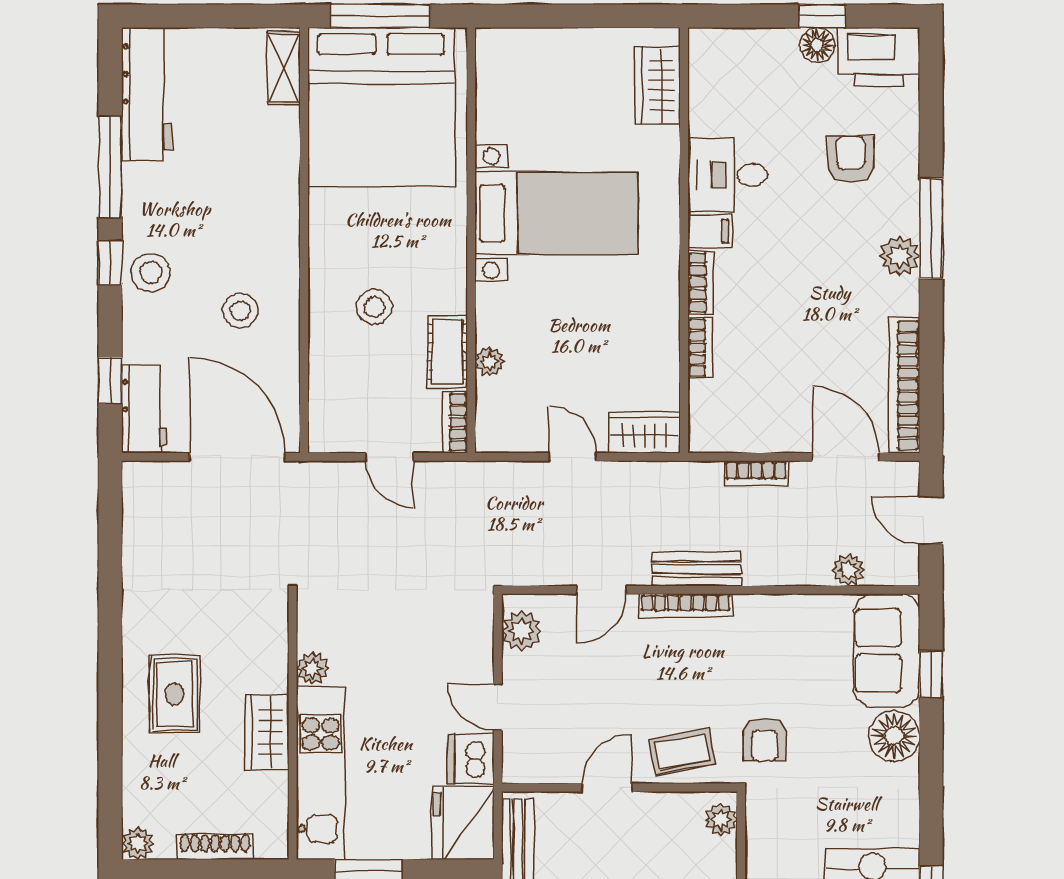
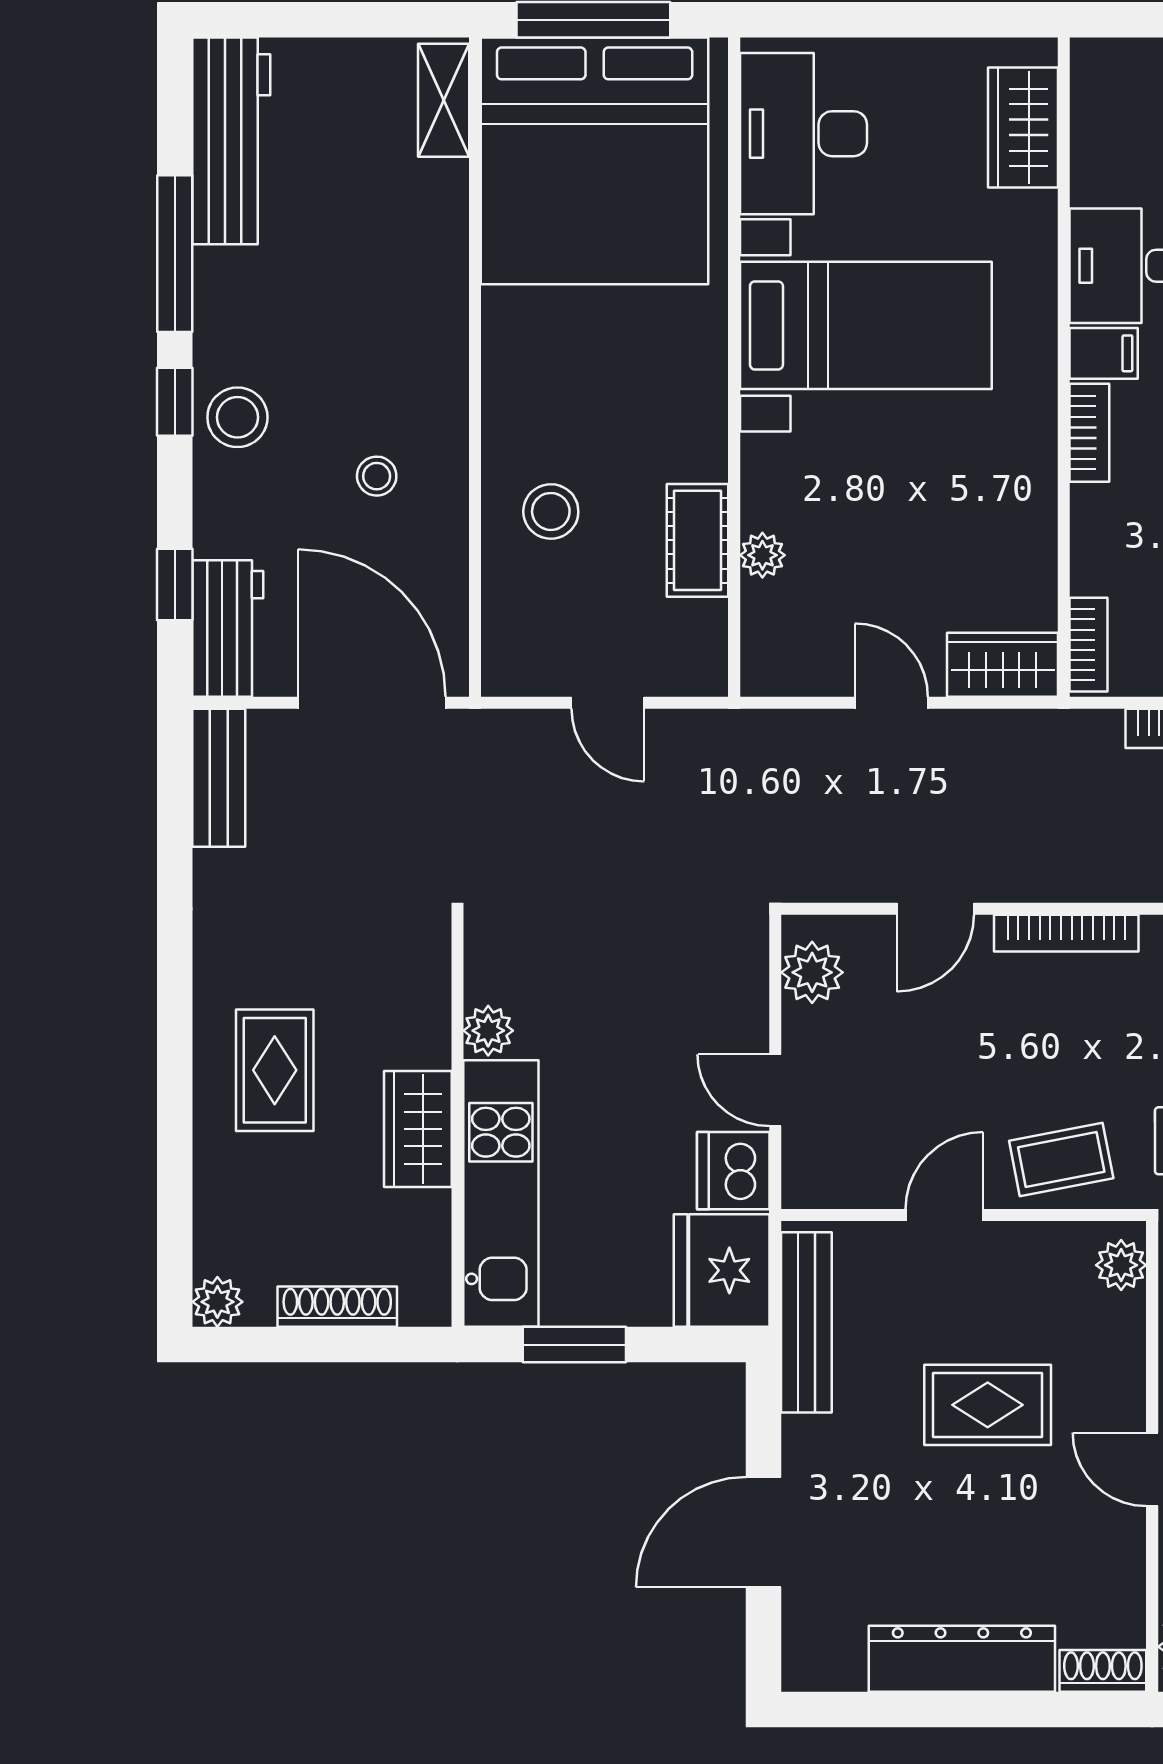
desk: (516, 90) -> (803, 134), added
stool: (374, 307) -> (551, 511), moved
stool: (240, 311) -> (377, 476), width x0.73, depth x0.73
bookcase: (700, 348) -> (1089, 645), moved
bookcase: (455, 422) -> (709, 649), removed
bench: (696, 569) -> (219, 778), moved, turned 90

